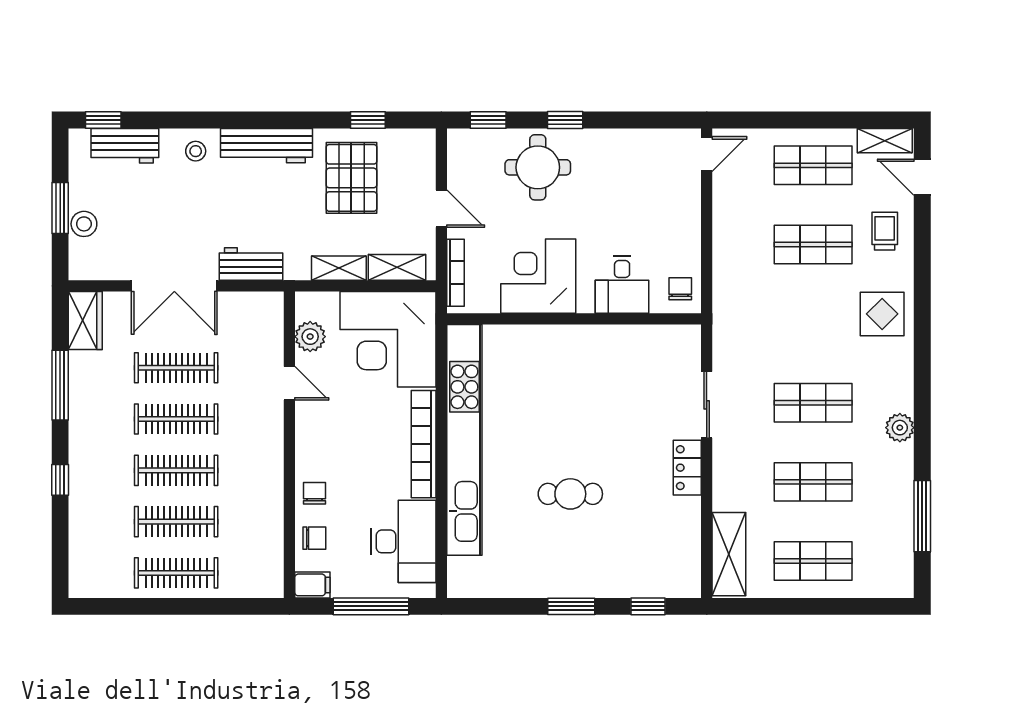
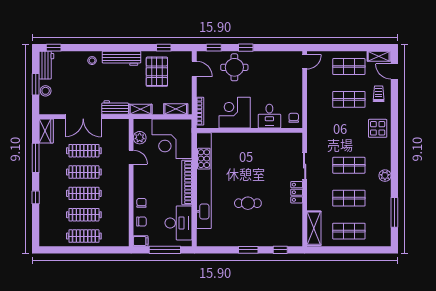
workbench: (125, 146) -> (46, 65), moved, turned -90
door: (441, 209) -> (194, 69), moved
shelving: (339, 268) -> (141, 109), moved

